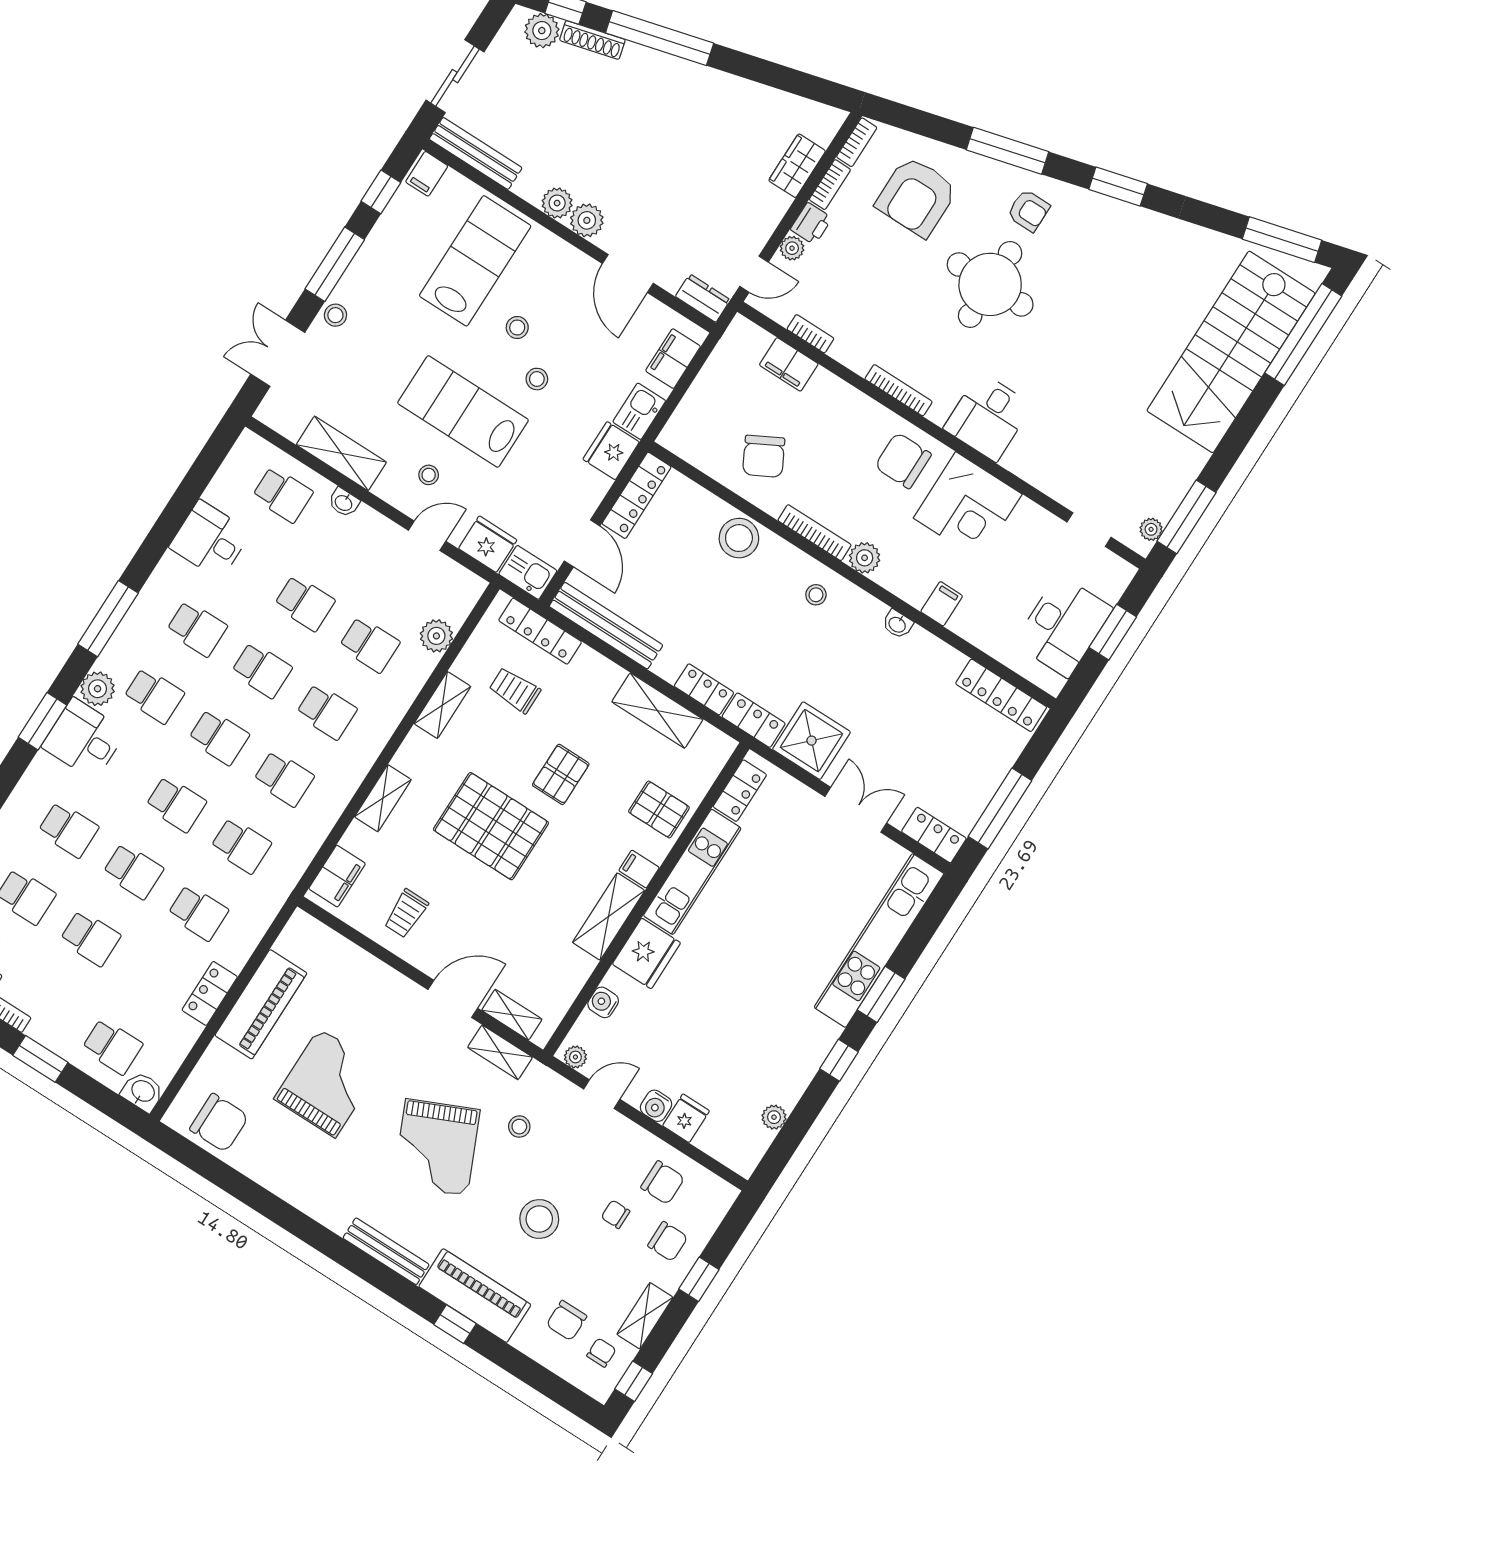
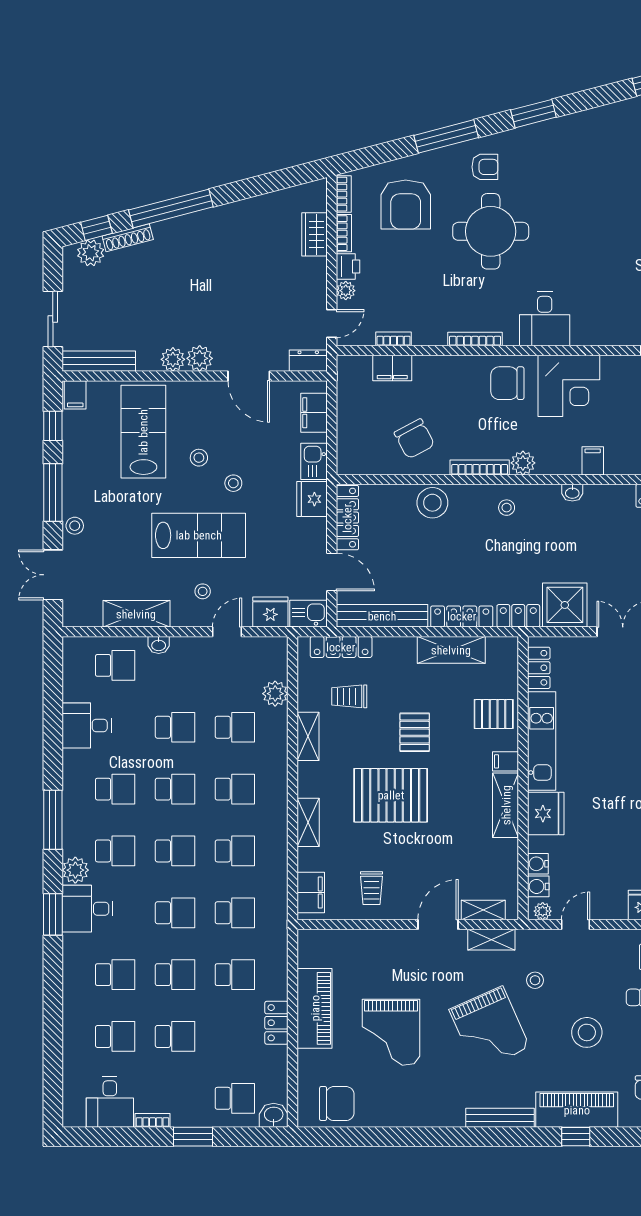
lab bench: (463, 411) -> (199, 535), turned 180
locker: (704, 689) -> (462, 616), width x1.53
grand piano: (327, 1083) -> (391, 1032), turned 180
water cooler: (656, 1106) -> (538, 886), moved, turned 90

